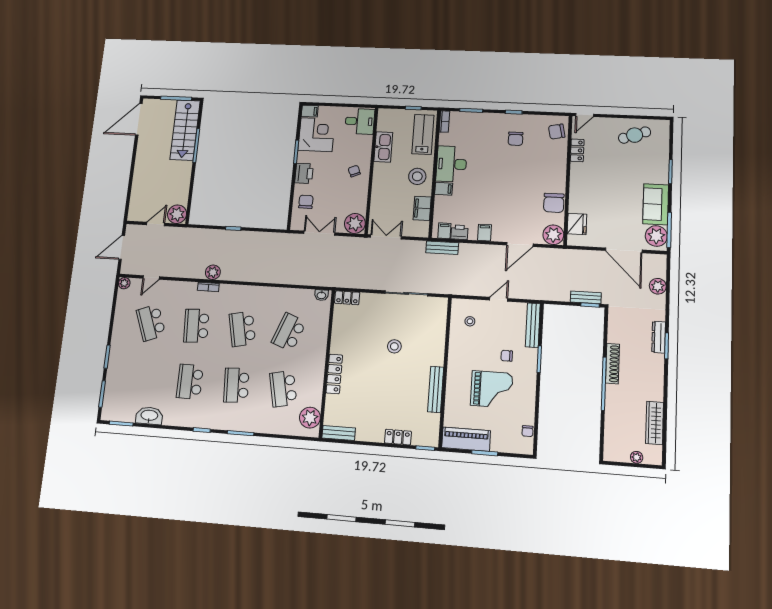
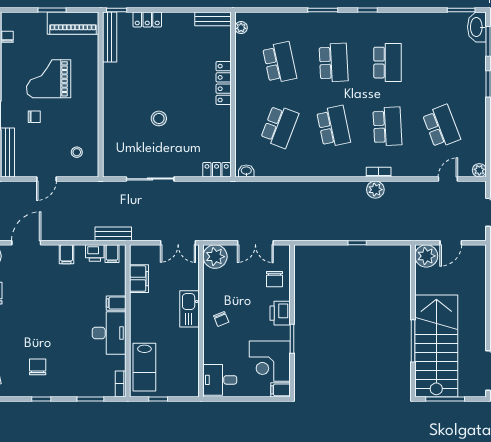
stairs: (185, 130) -> (436, 346), width x1.36, depth x1.51
kitchen sink: (383, 147) -> (190, 309), moved
stool: (417, 176) -> (147, 316), removed
bench: (436, 389) -> (110, 37), moved
washbasin: (149, 416) -> (477, 27), moved, turned 90
plant: (310, 418) -> (241, 28), width x0.53, depth x0.53

